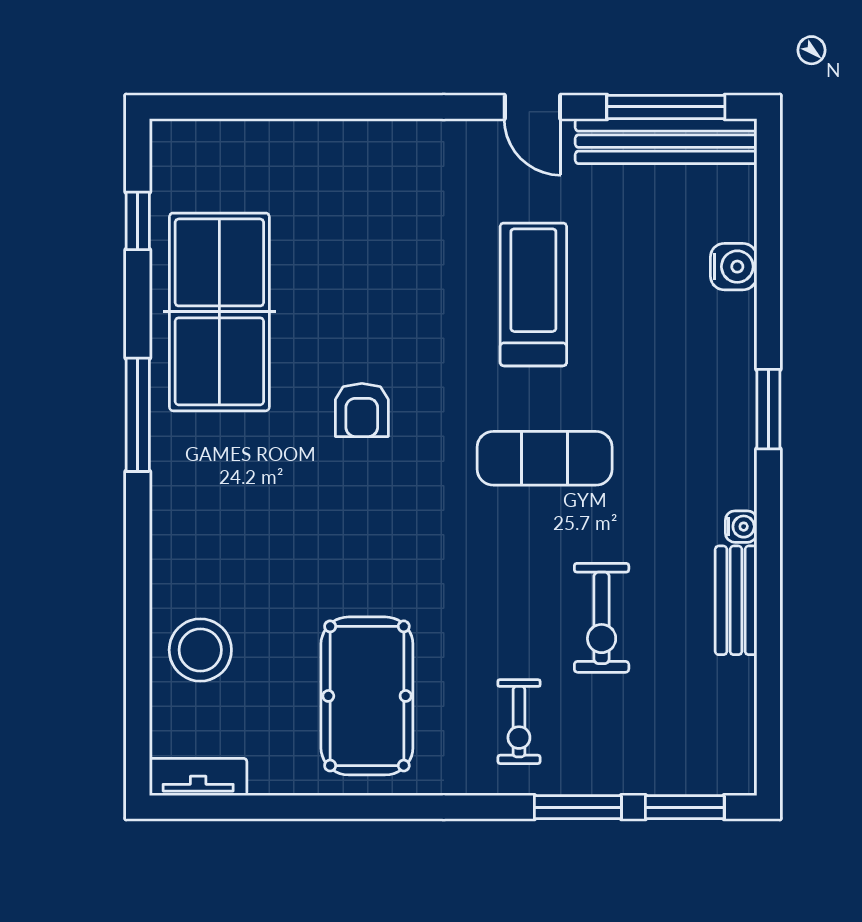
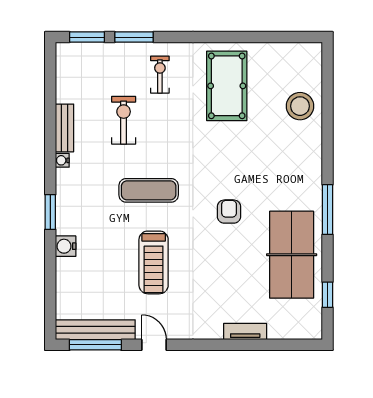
water cooler: (734, 267) -> (66, 246), moved
tv unit: (198, 777) -> (245, 332), moved, turned 180

